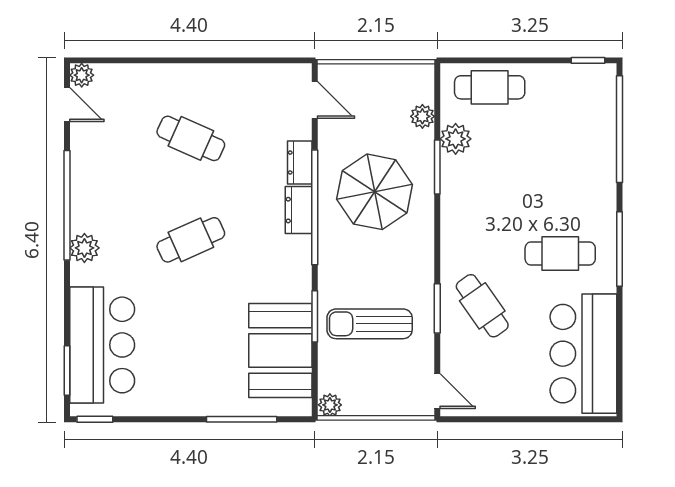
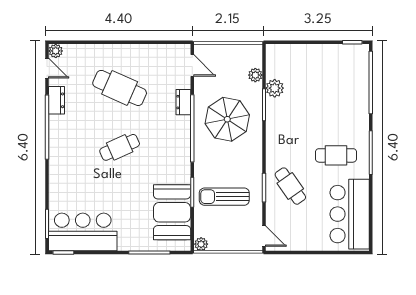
cafe table: (490, 87) -> (295, 58), removed
cafe table: (191, 138) -> (120, 88), width x1.37, depth x1.35
dresser: (299, 210) -> (56, 100), moved, turned 180
plant: (84, 248) -> (57, 152), removed
bar counter: (102, 345) -> (83, 232), moved, turned -90

